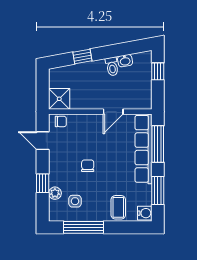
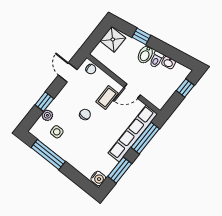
bidet: (99, 70) -> (145, 54), added
shower: (59, 99) -> (113, 39), moved
coffee table: (118, 207) -> (107, 98), moved

